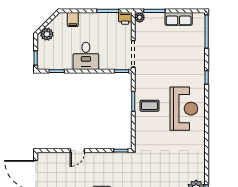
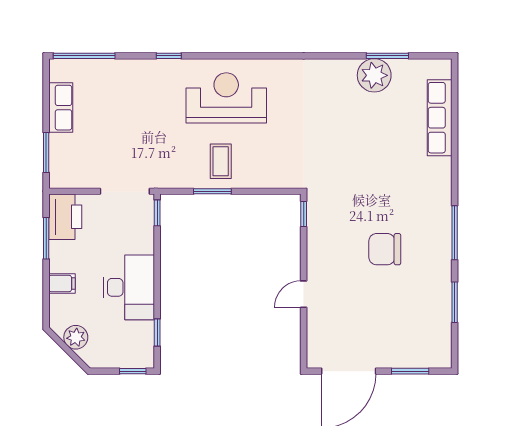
plant: (140, 17) -> (58, 179), removed
printer: (125, 18) -> (65, 217), width x1.87, depth x1.48
filing cabinet: (73, 20) -> (62, 283), moved
plant: (47, 34) -> (76, 337), moved
desk: (86, 56) -> (129, 287), width x1.37
door: (77, 151) -> (304, 294), swing flipped

